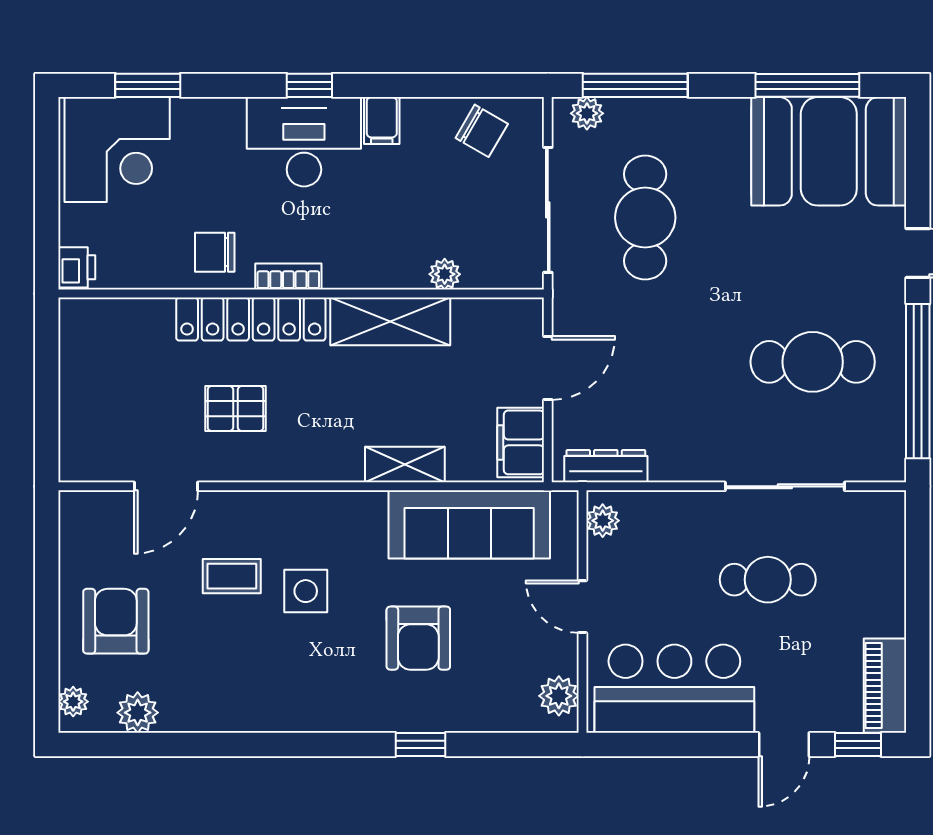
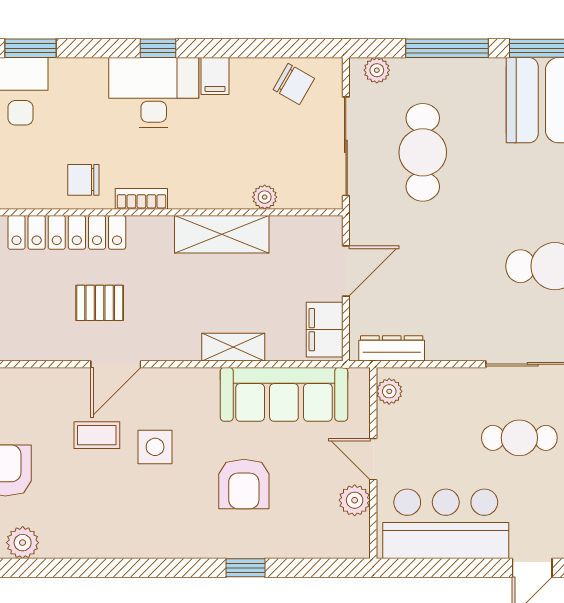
window: (635, 85) -> (447, 48), moved
locker: (251, 319) -> (67, 232), moved
door: (166, 486) -> (116, 364), moved
plant: (559, 696) -> (355, 500), moved

